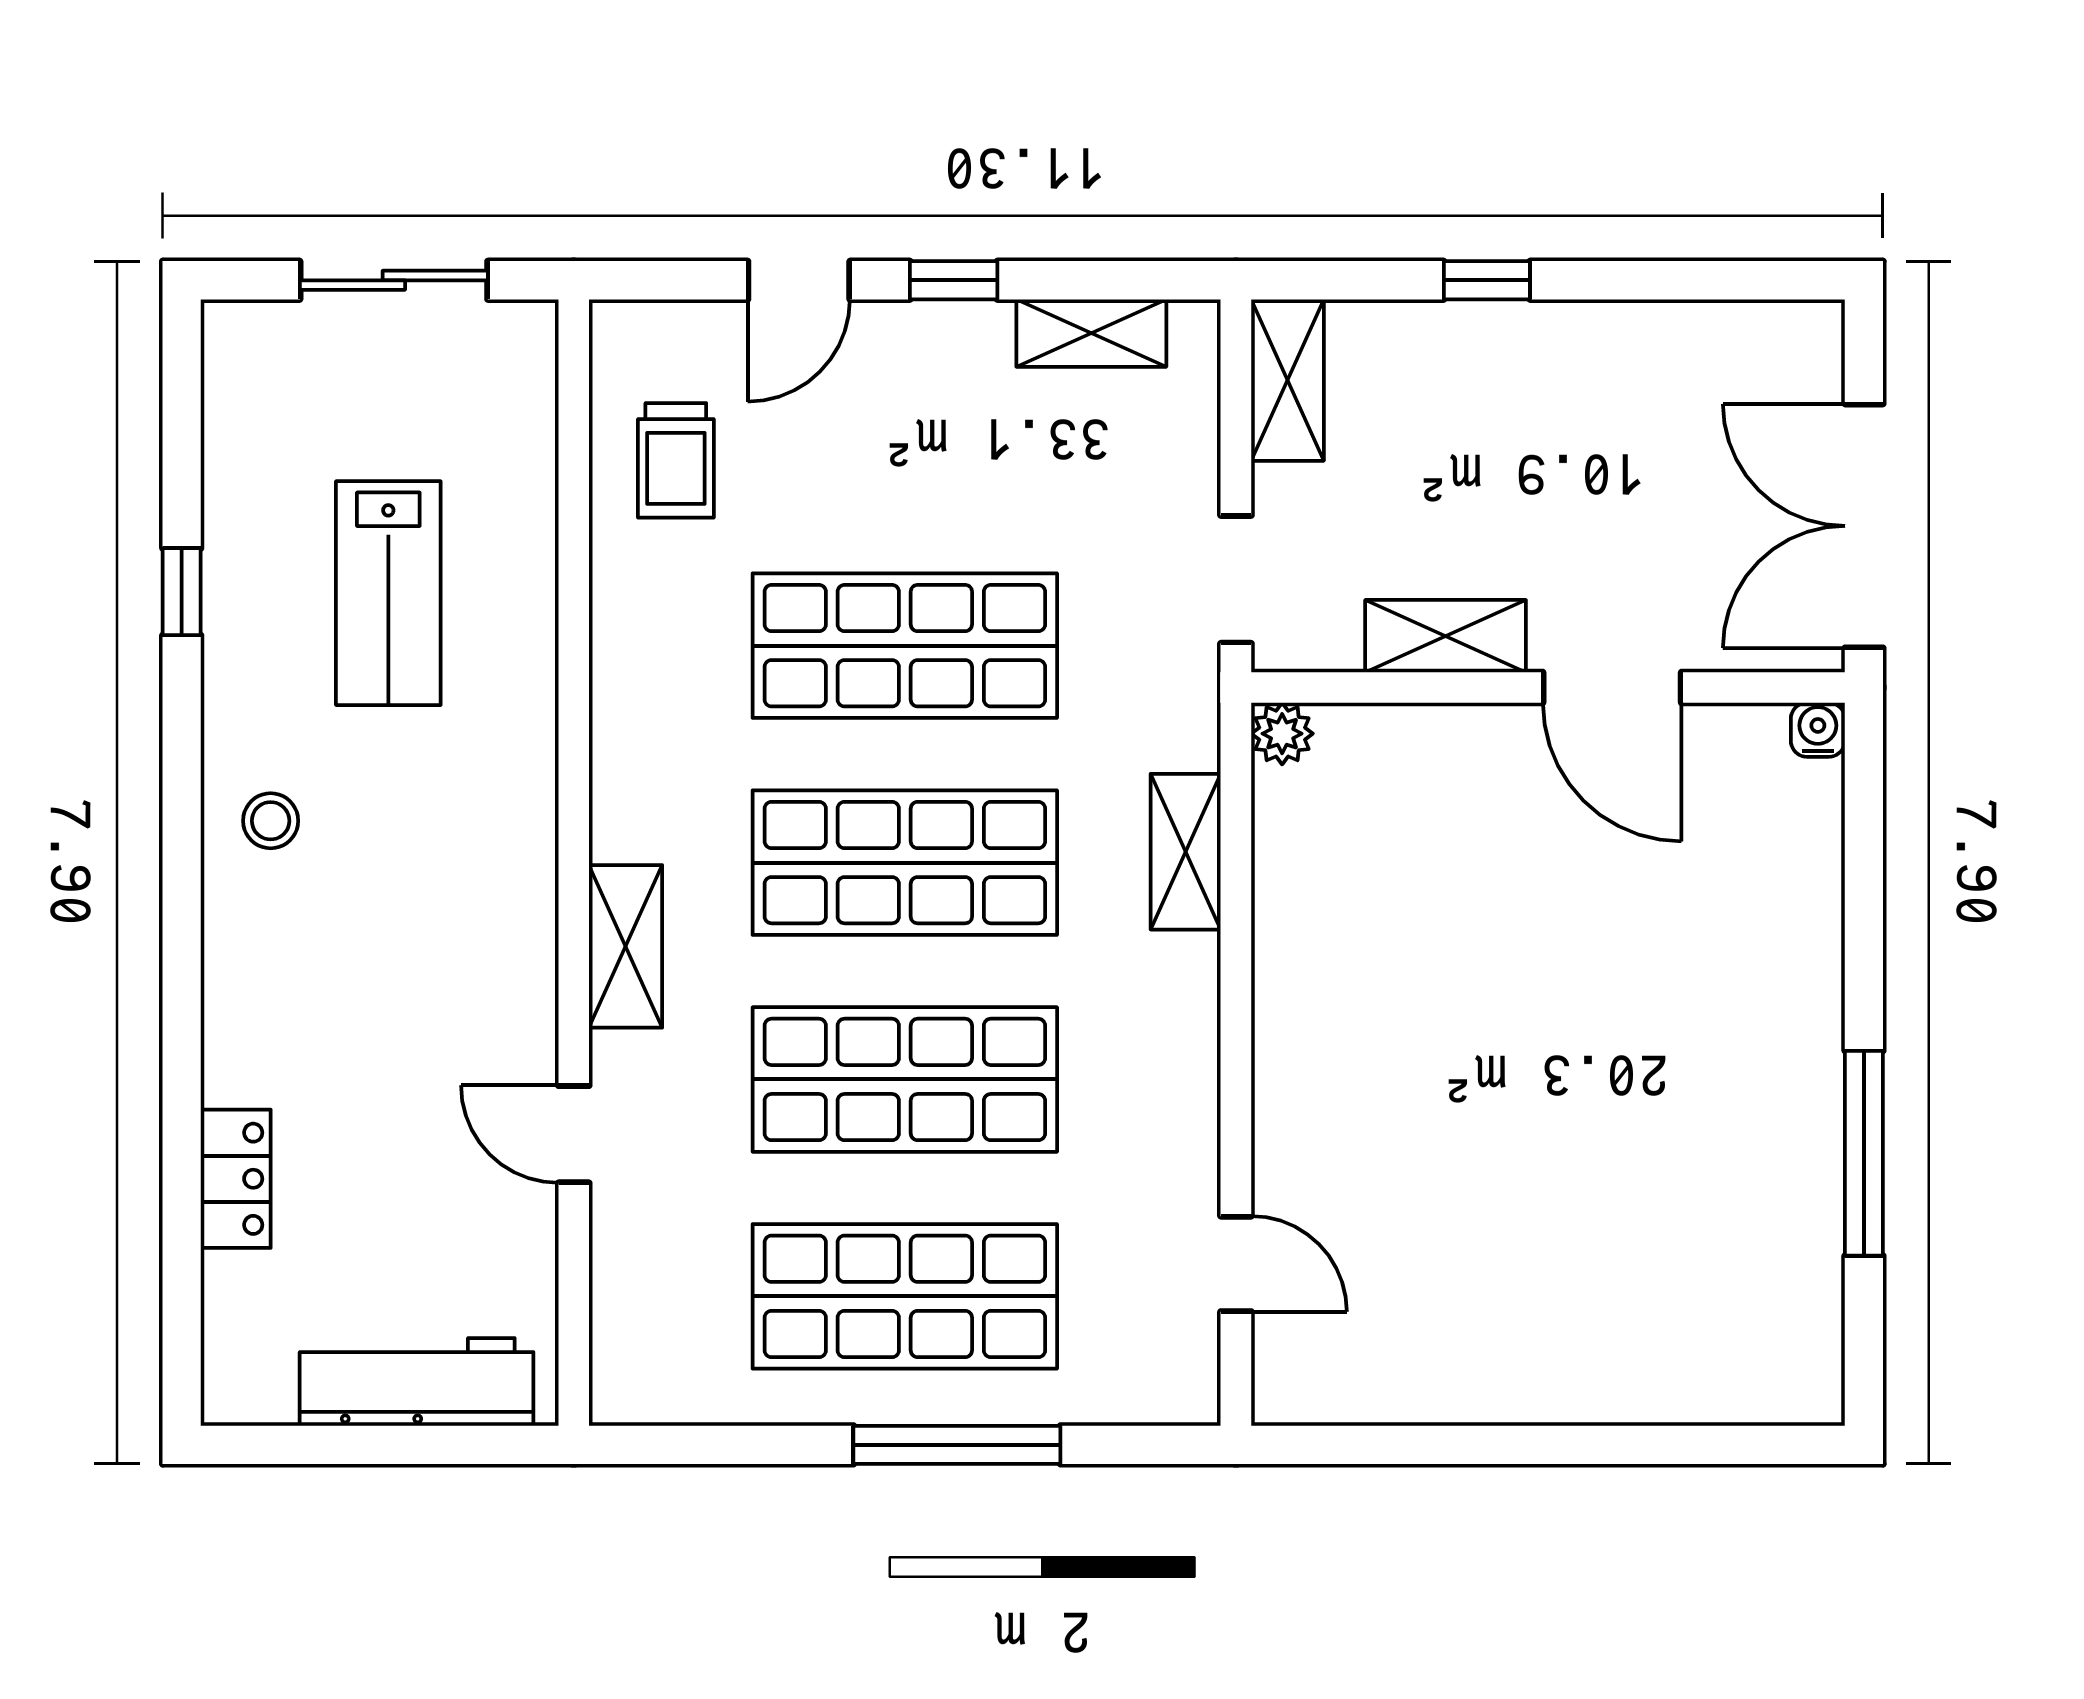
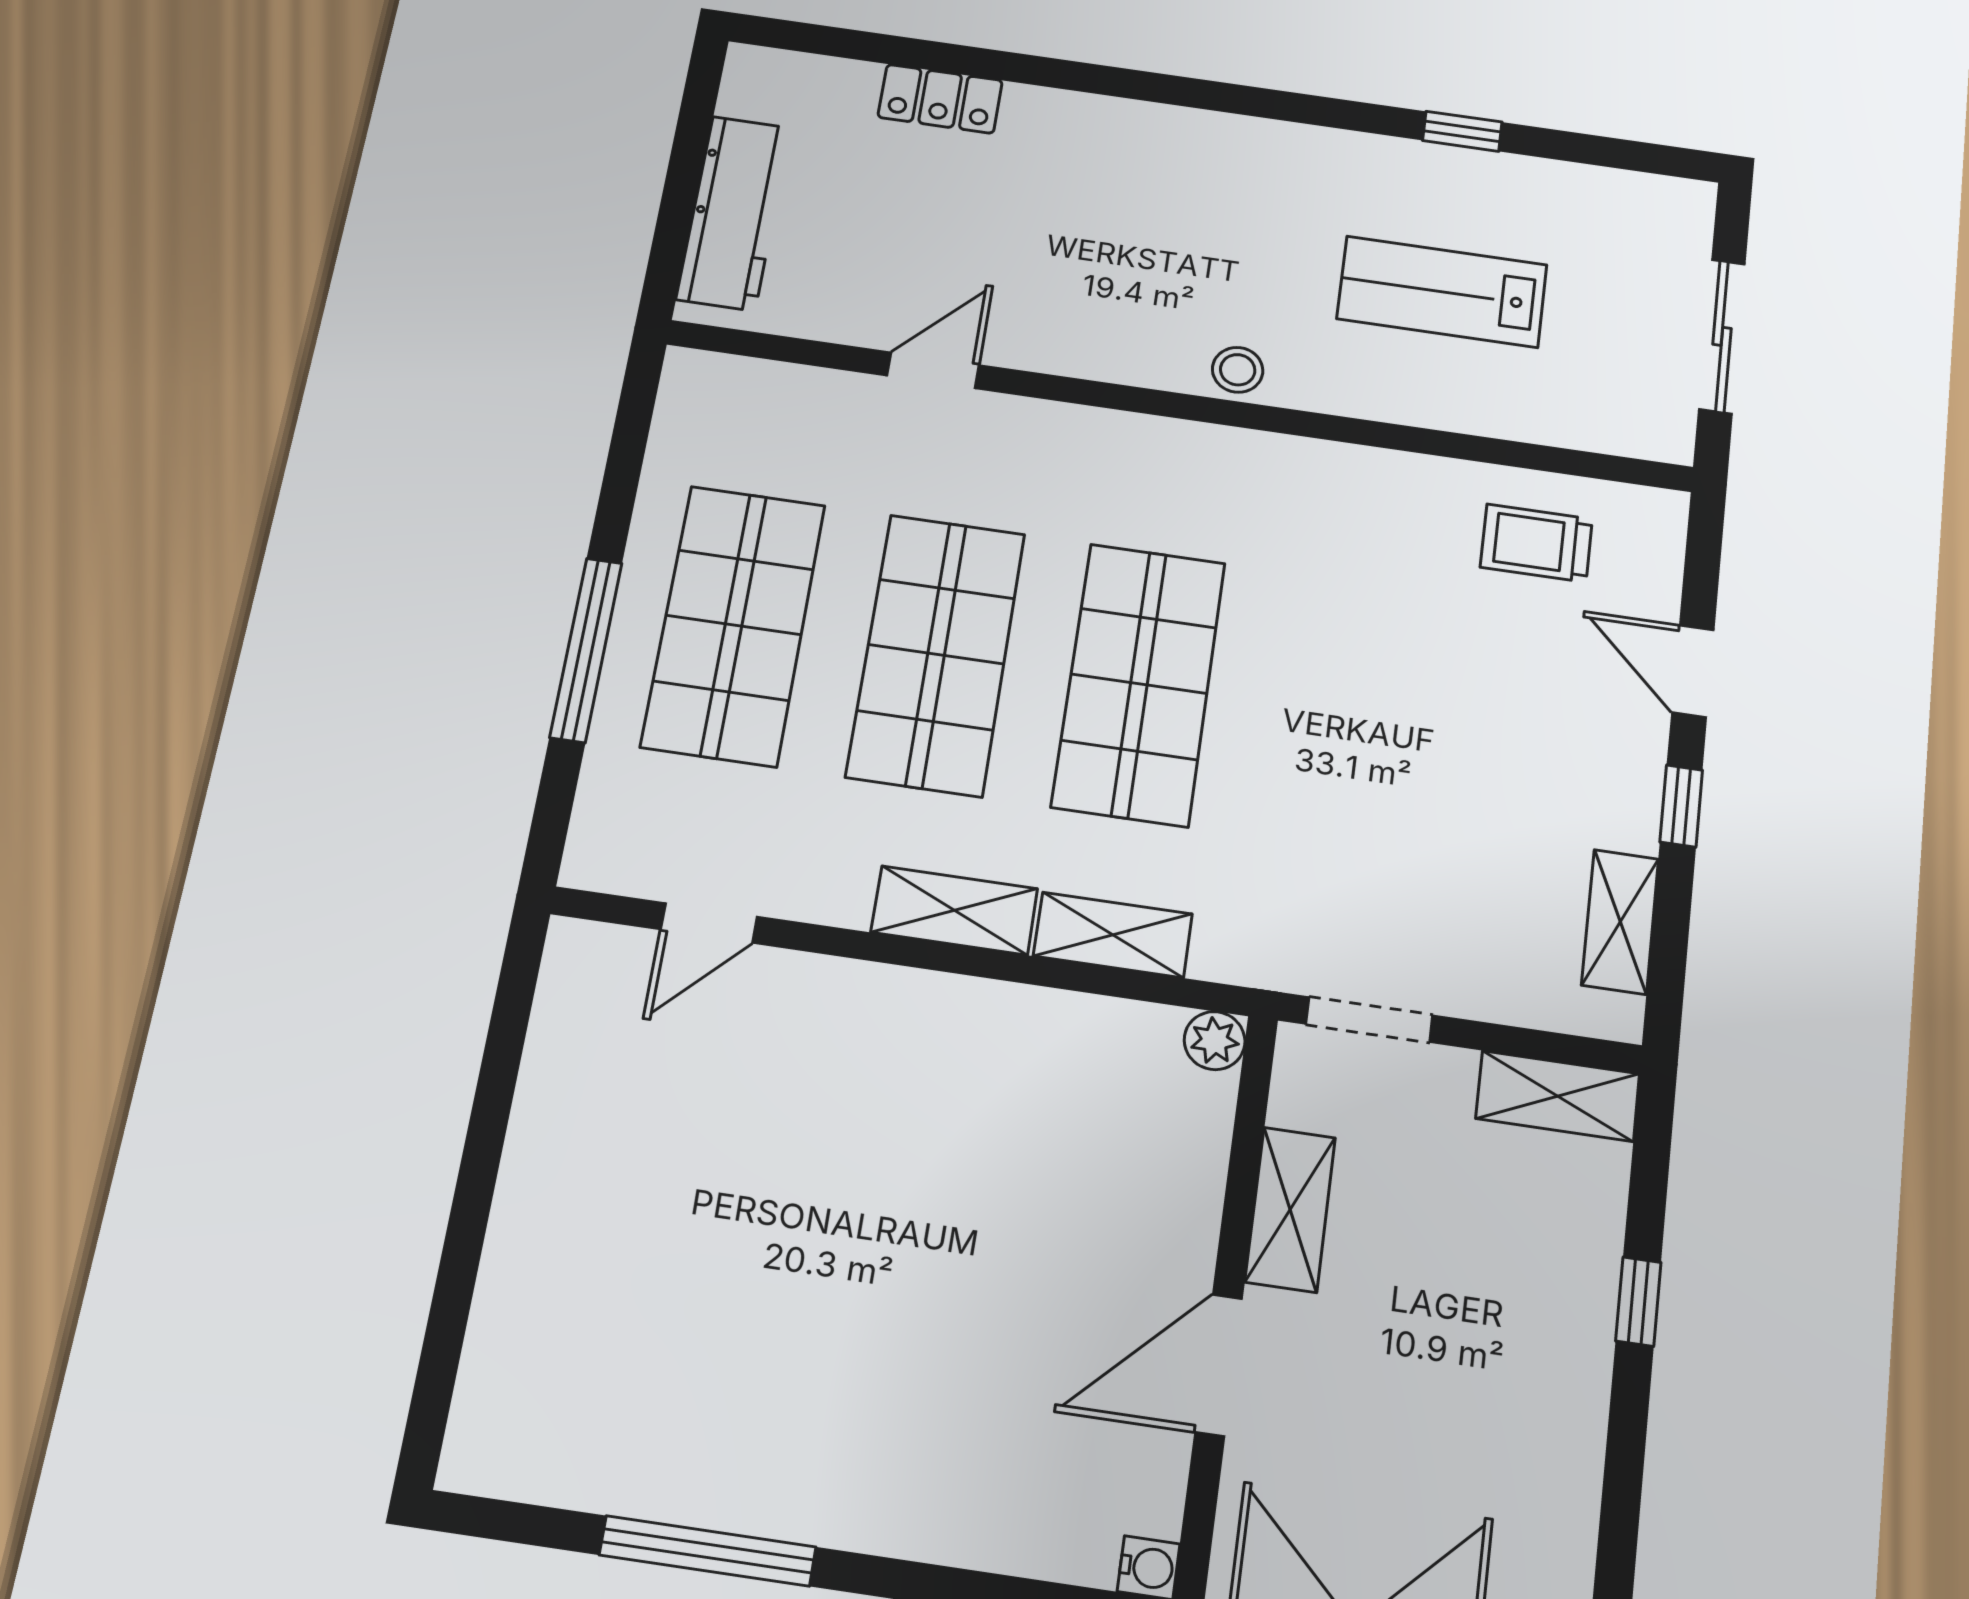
shop shelf: (905, 646) -> (1342, 713), removed
stool: (271, 821) -> (1238, 370), moved
shelving: (626, 946) -> (954, 910), moved

